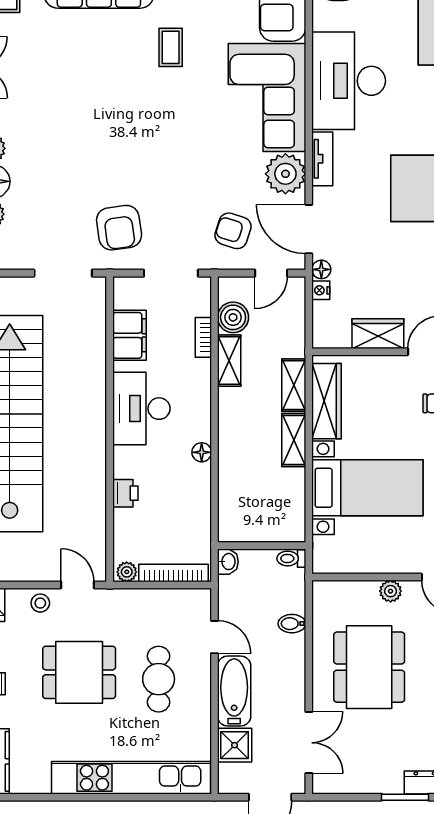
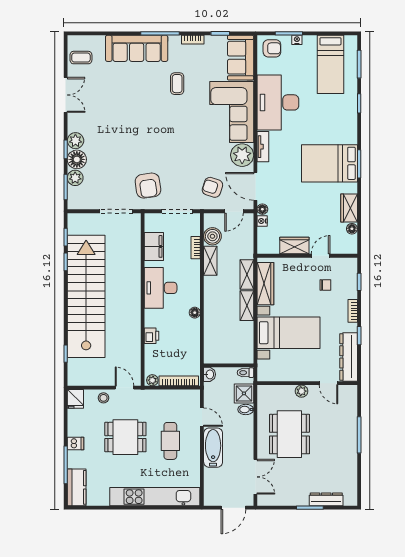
shower: (235, 745) -> (244, 393), moved

